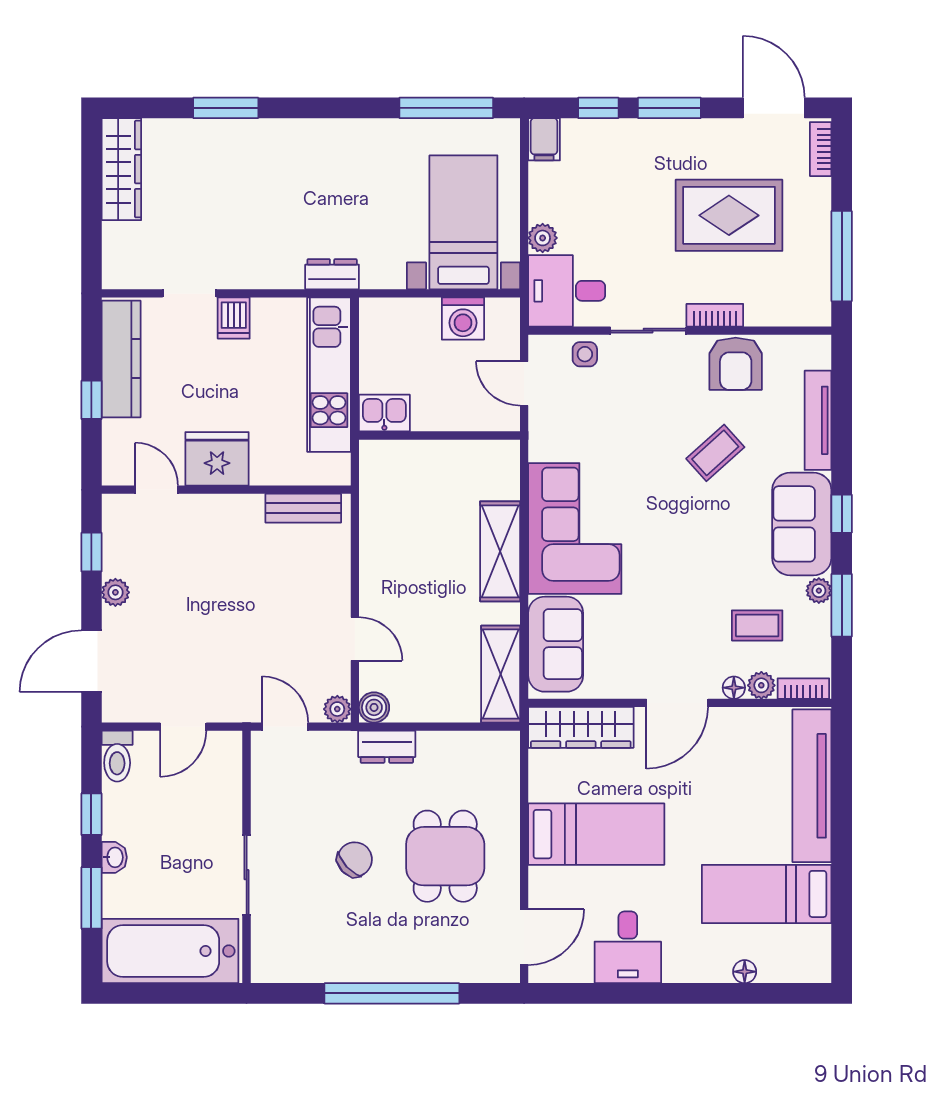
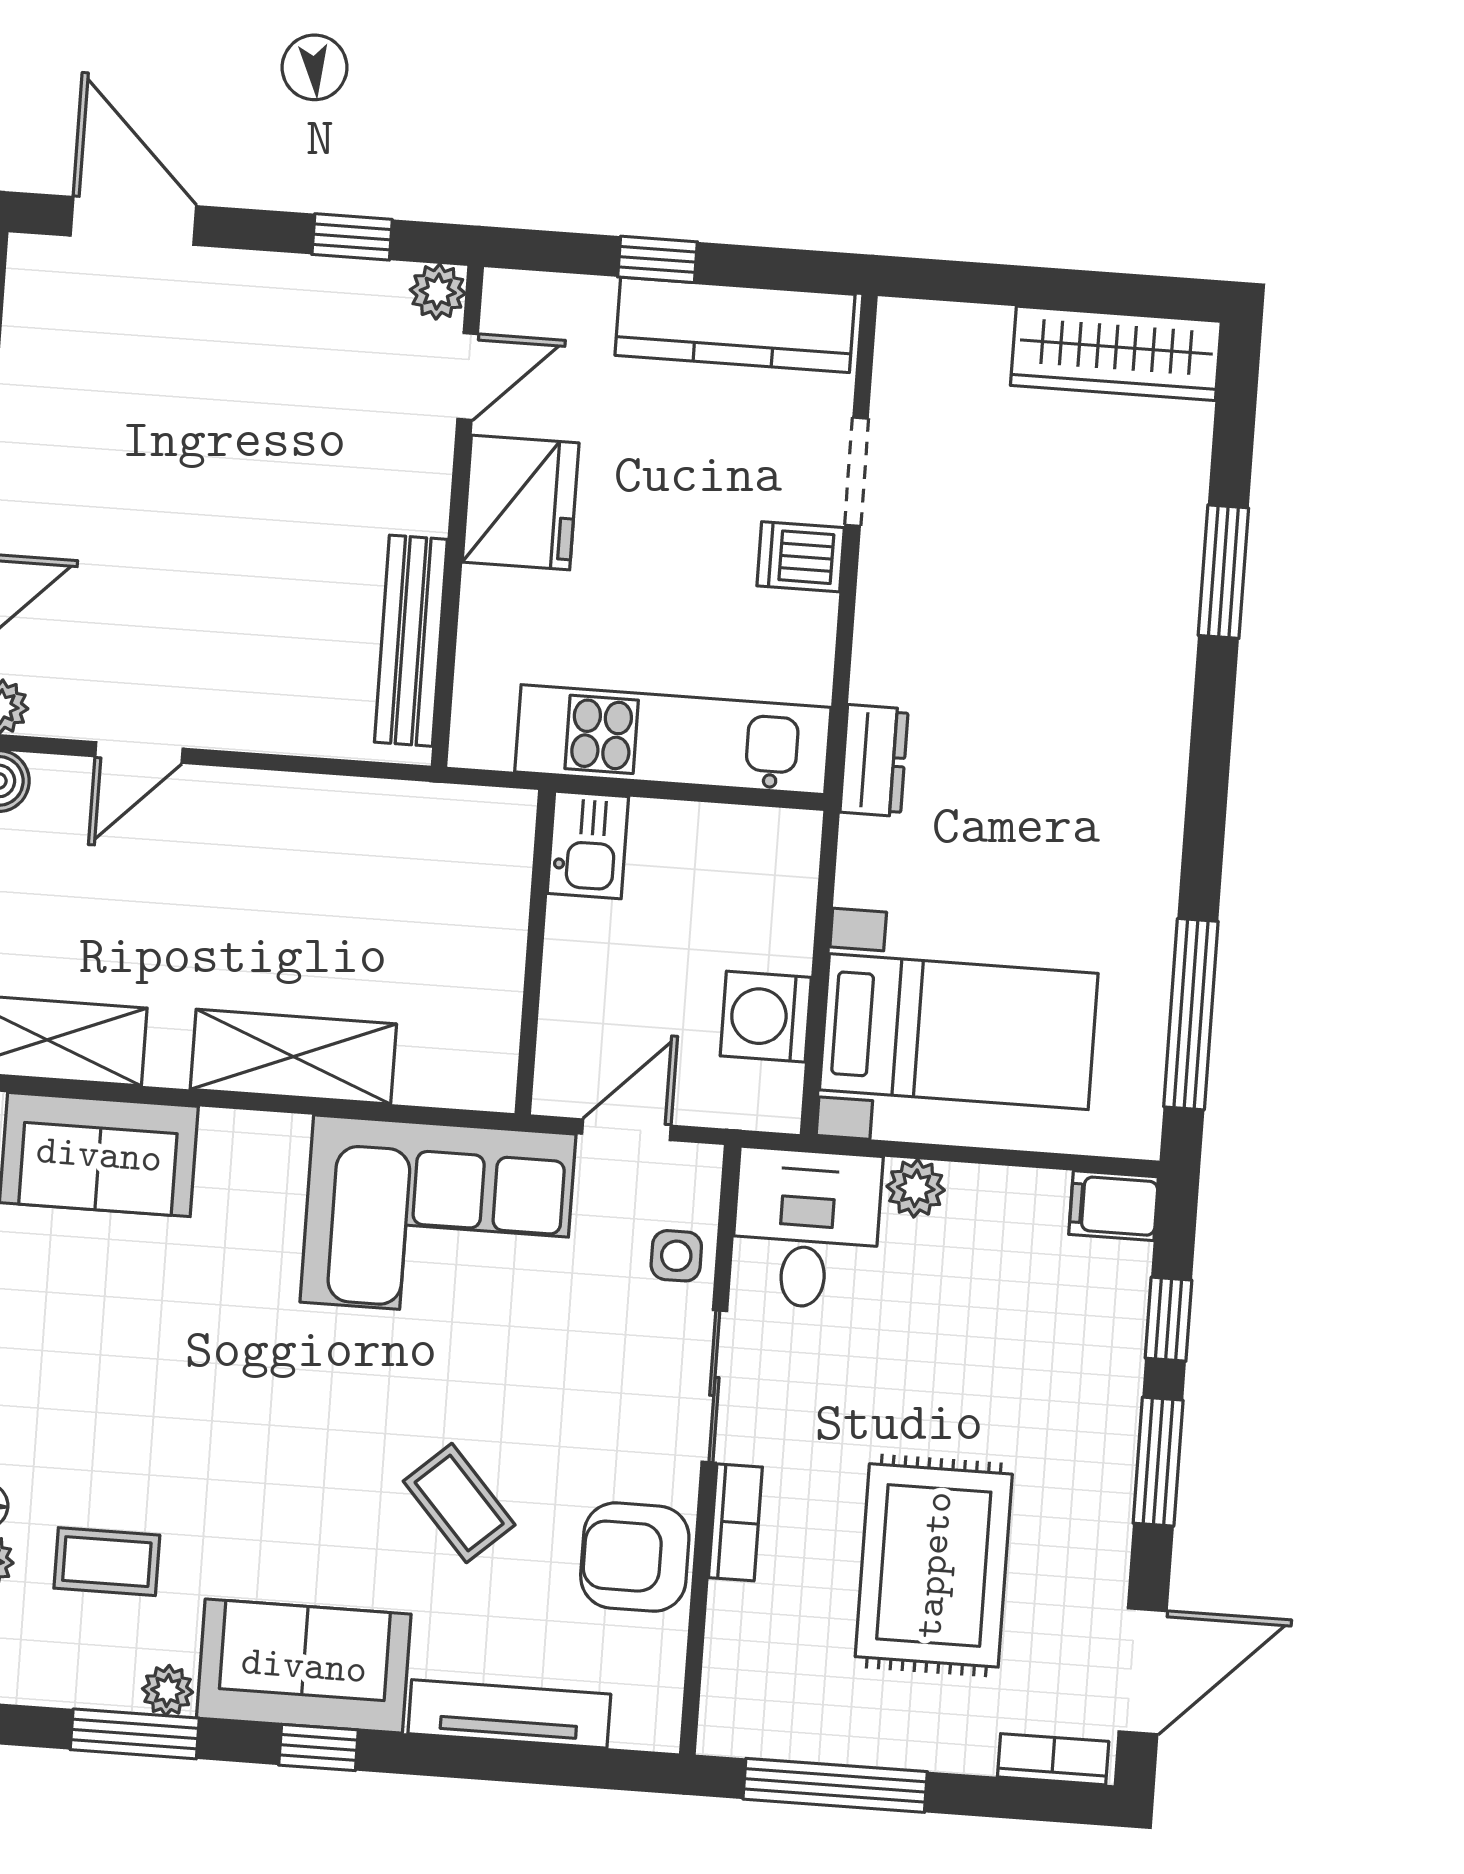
bench: (303, 508) -> (411, 641), width x1.36
corner sofa: (575, 529) -> (438, 1218), moved
plant: (115, 592) -> (438, 292), moved
coffee table: (757, 625) -> (107, 1562), turned 90

